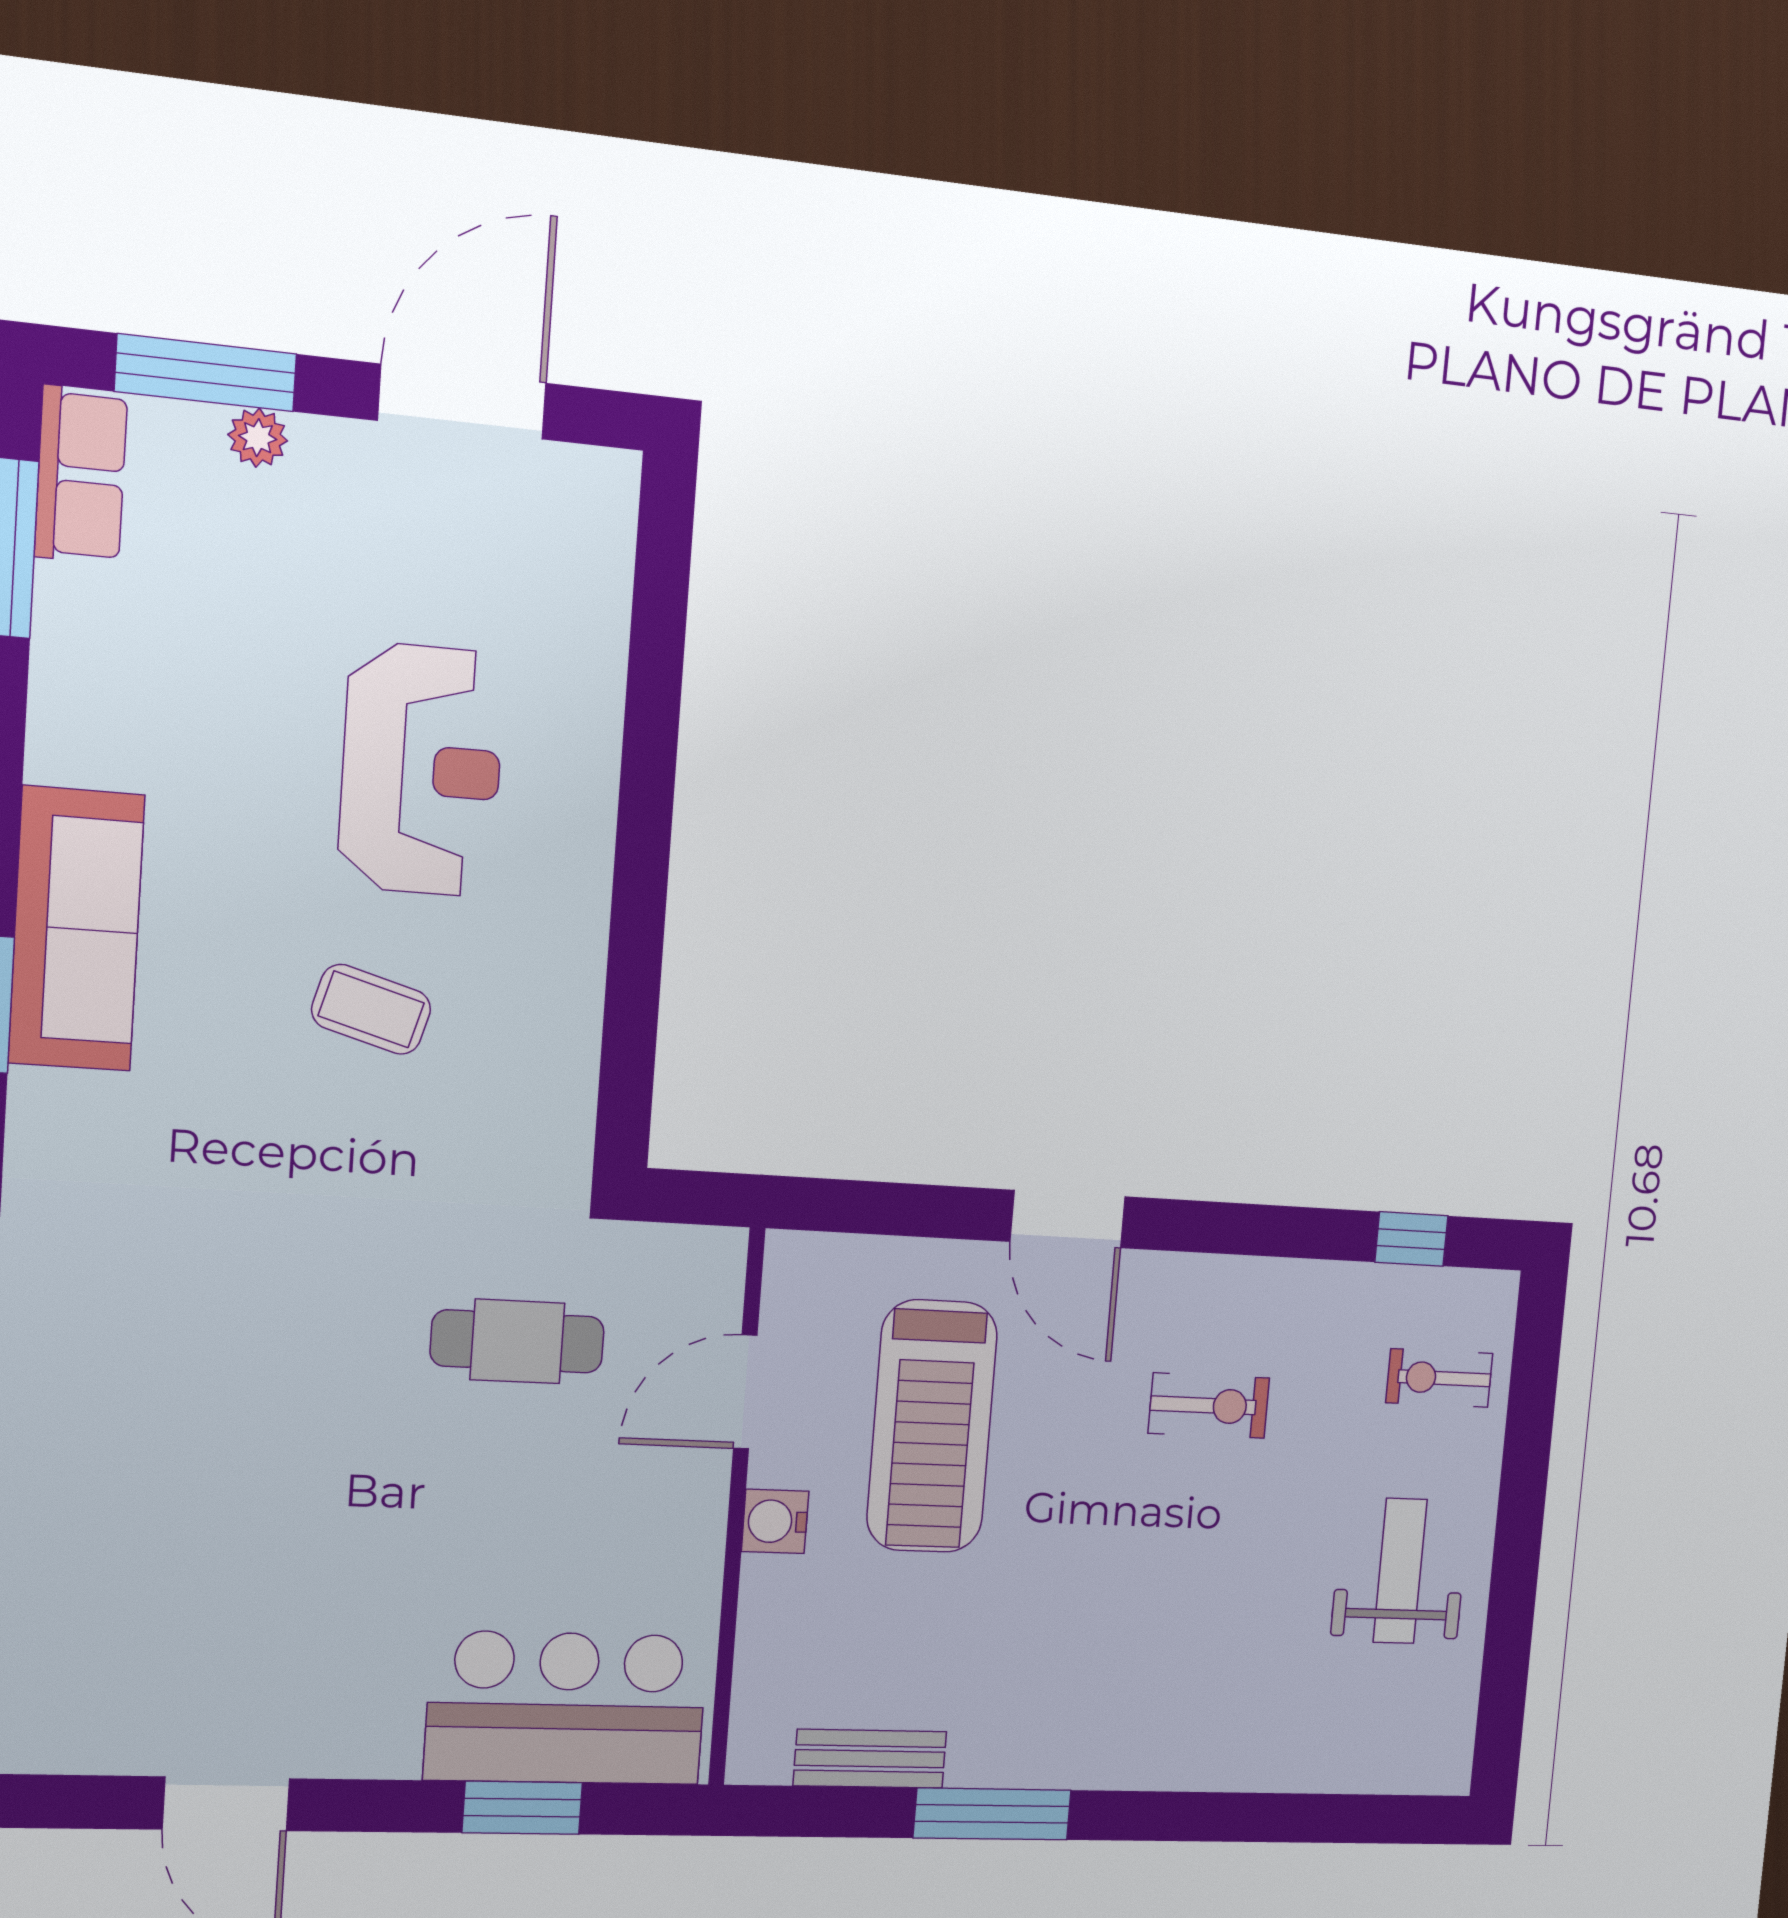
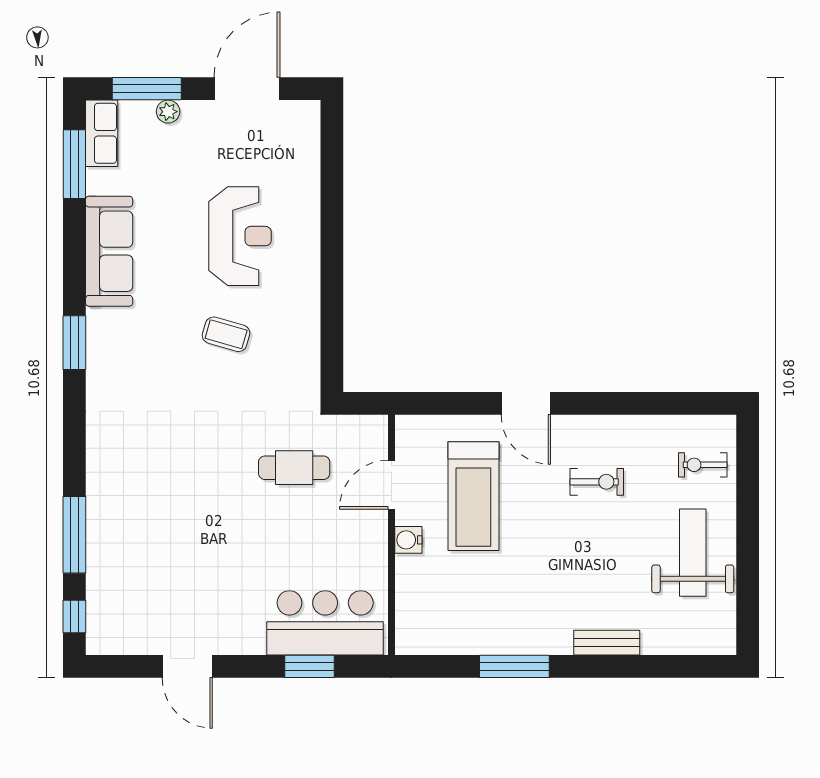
sofa: (76, 929) -> (109, 251), moved
window: (1411, 1239) -> (683, 403), removed
weight bench: (1400, 1571) -> (693, 553), width x1.36, depth x1.33
bench: (870, 1759) -> (607, 643), moved

